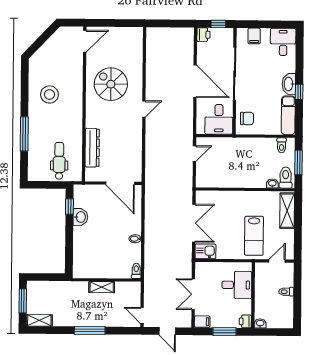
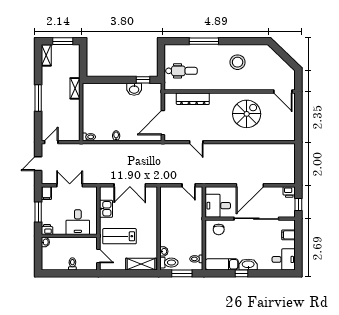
door: (144, 109) -> (196, 142), moved
kitchen sink: (205, 251) -> (106, 209), moved
shelving: (102, 287) -> (75, 88), moved

